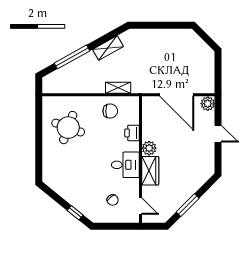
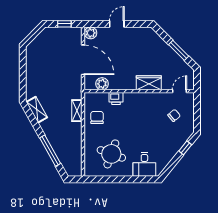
shelving: (108, 48) -> (37, 110), moved
window: (218, 73) -> (64, 24), added
door: (177, 95) -> (83, 60), hinge flipped
plant: (149, 148) -> (102, 84), moved
desk: (125, 165) -> (144, 164), moved, turned 180

